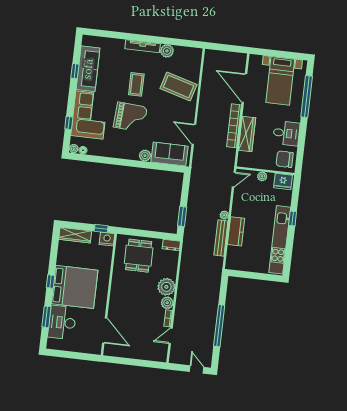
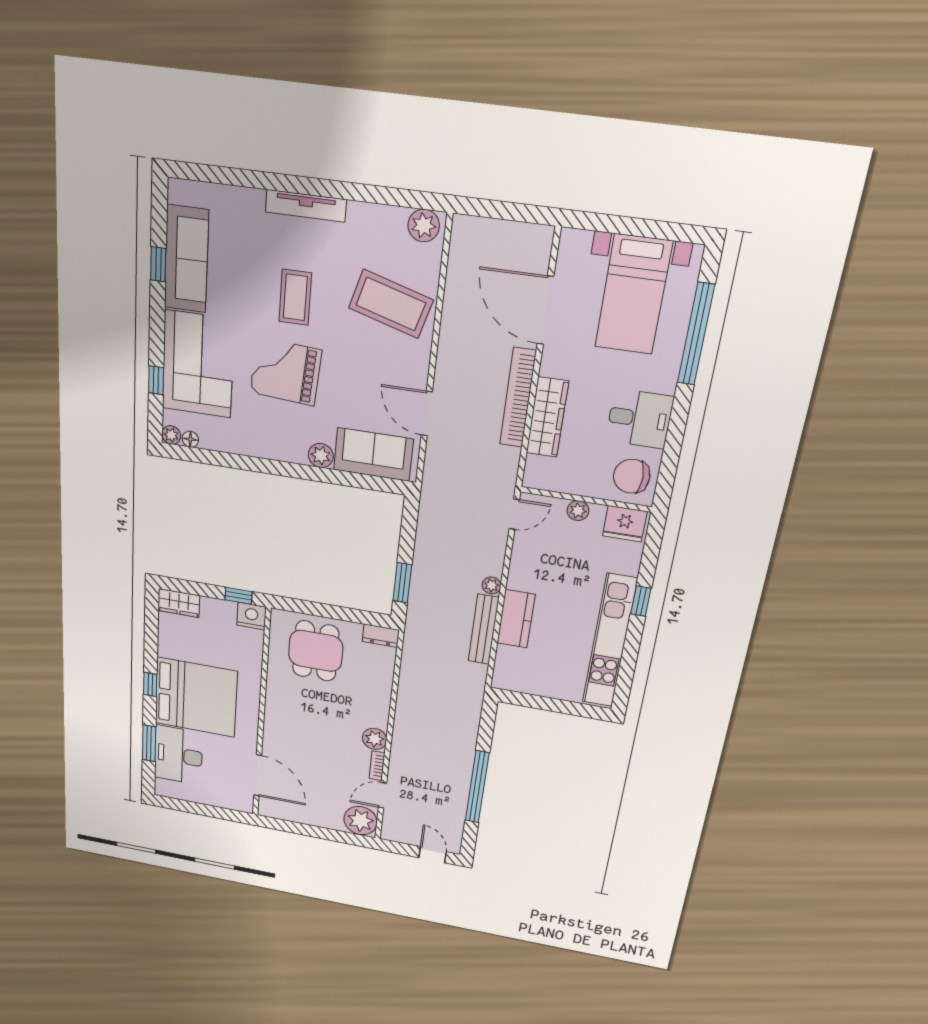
plant: (167, 51) -> (424, 226), moved
grand piano: (130, 117) -> (286, 371), turned 180
wardrobe: (75, 235) -> (179, 603), width x0.67
plant: (166, 287) -> (361, 821), moved

